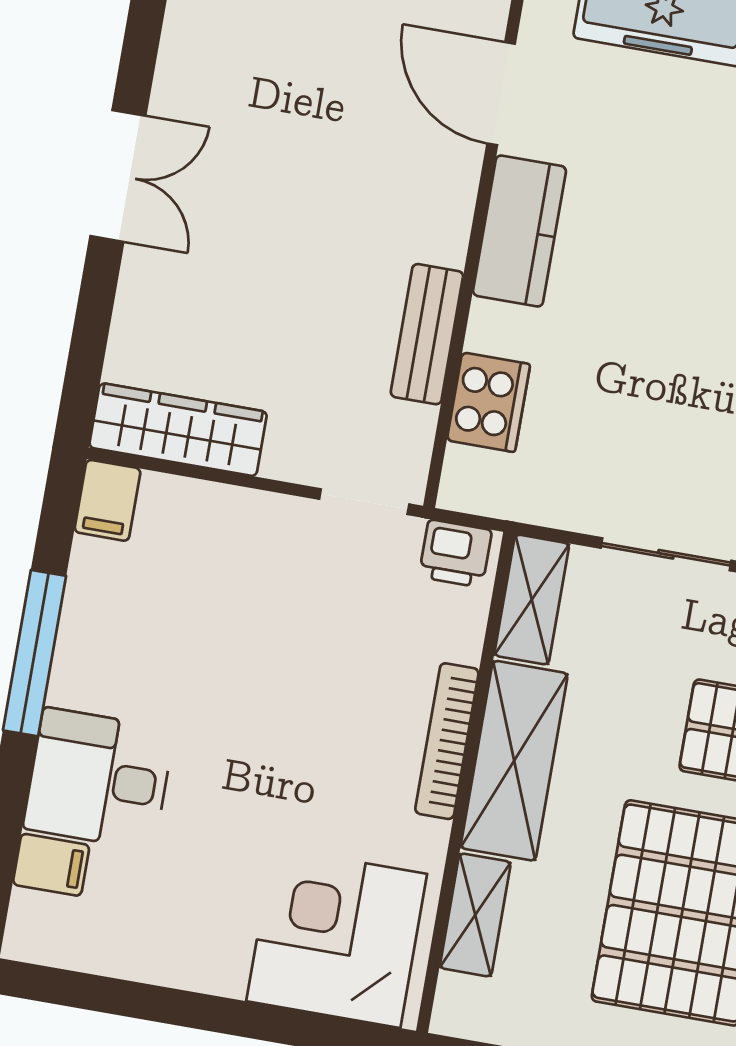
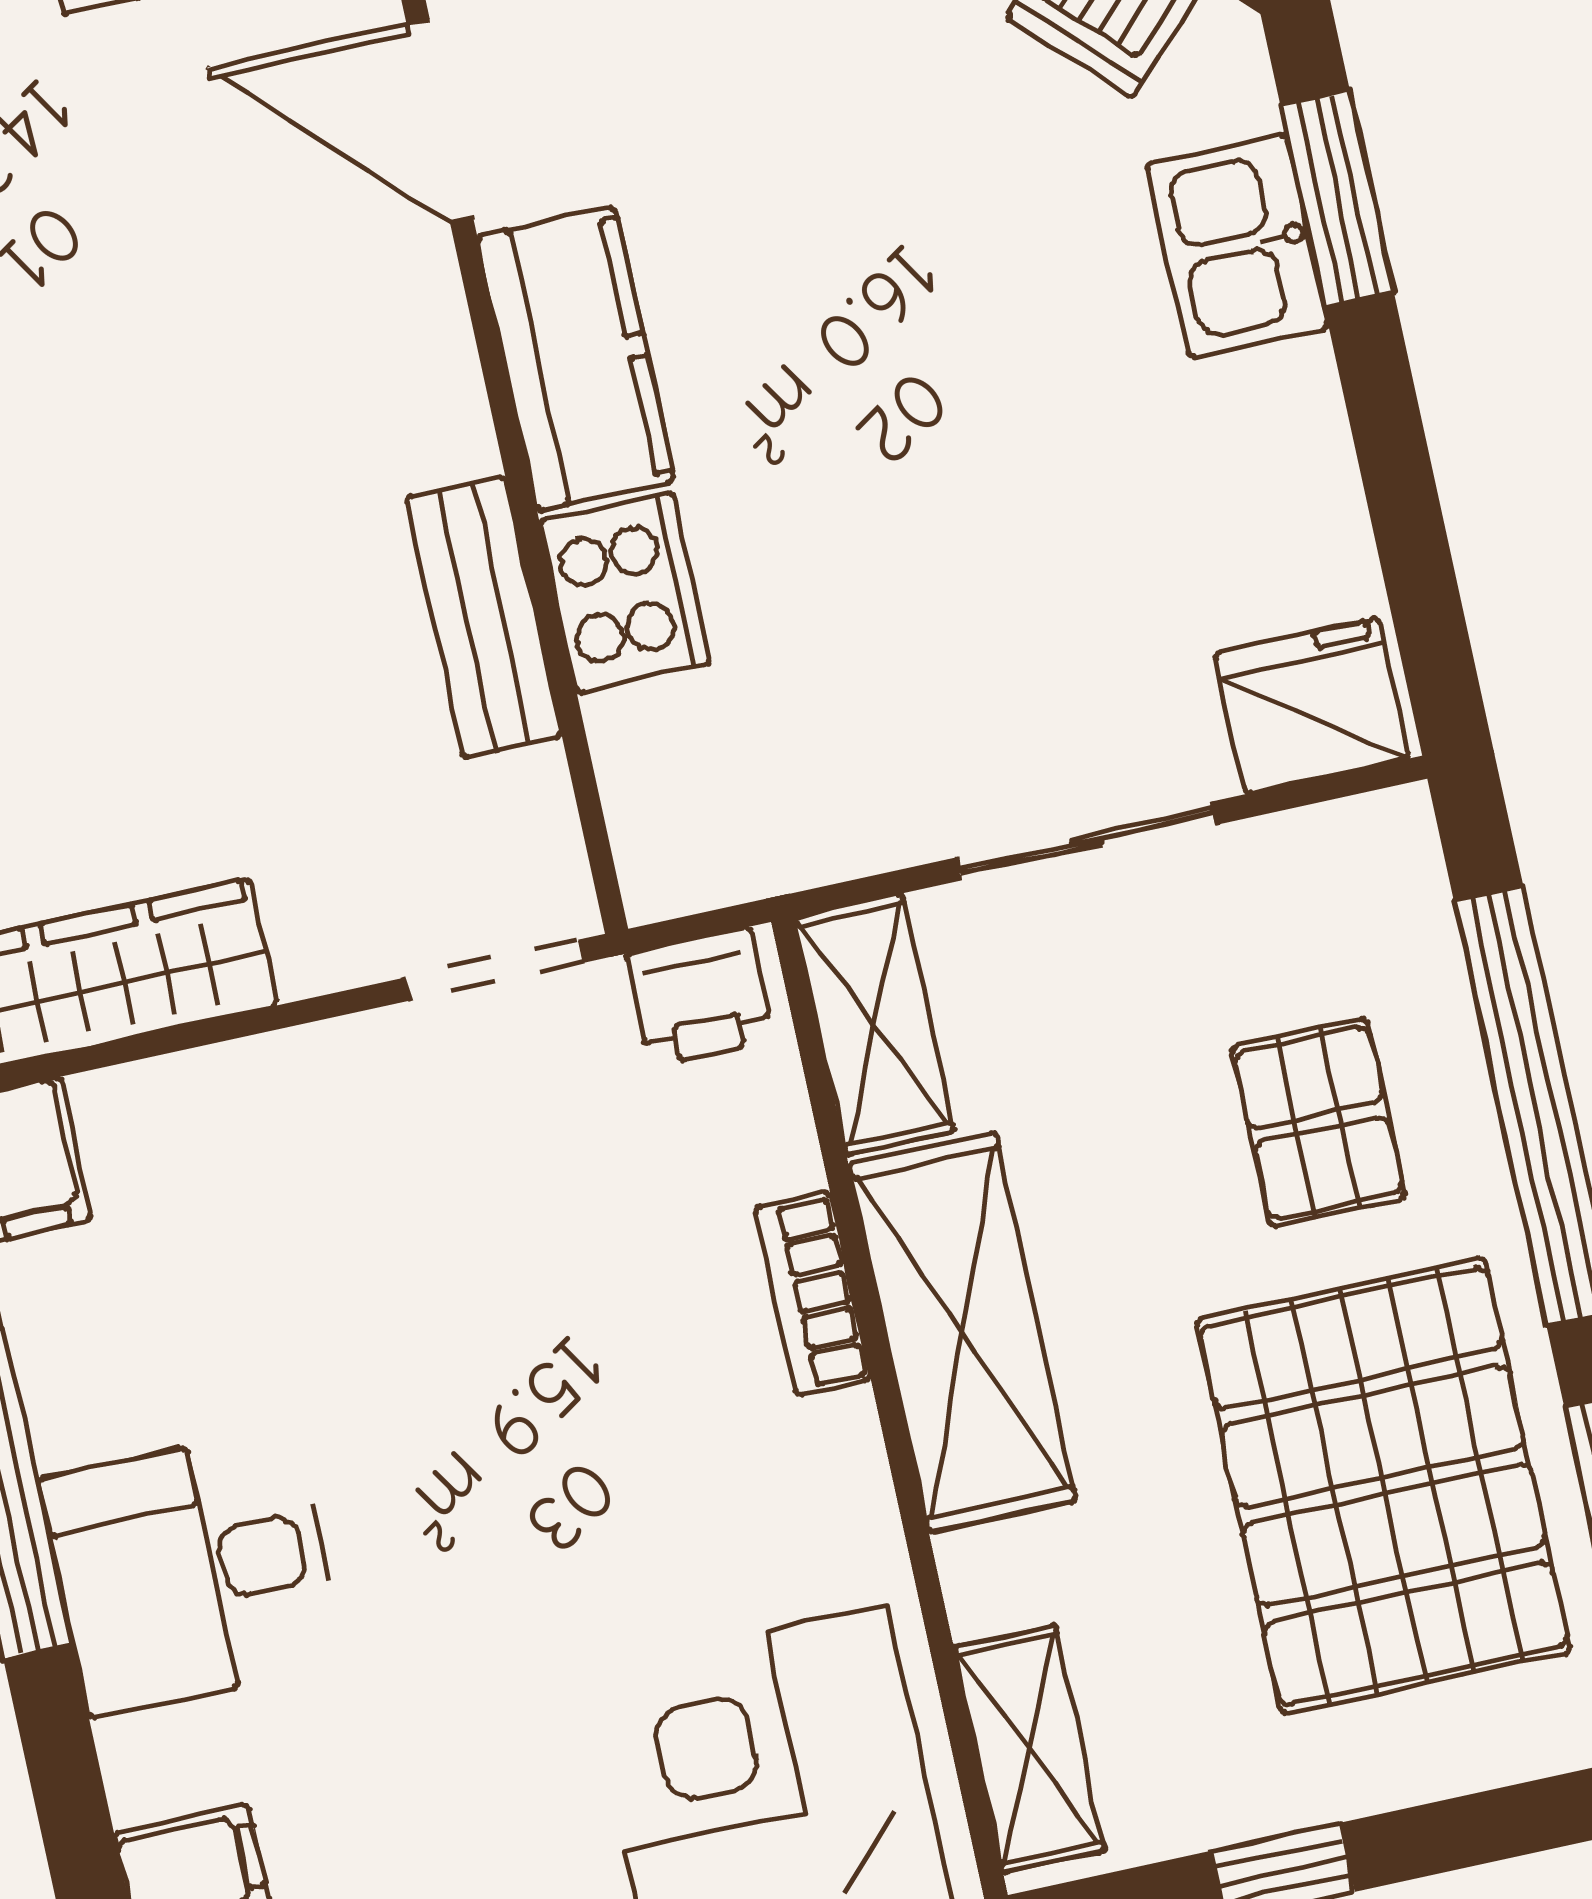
cooker: (489, 402) -> (625, 593), moved
bookcase: (447, 741) -> (813, 1294), width x0.64
desk: (99, 779) -> (192, 1571), moved
shelving: (475, 915) -> (1029, 1749), moved

